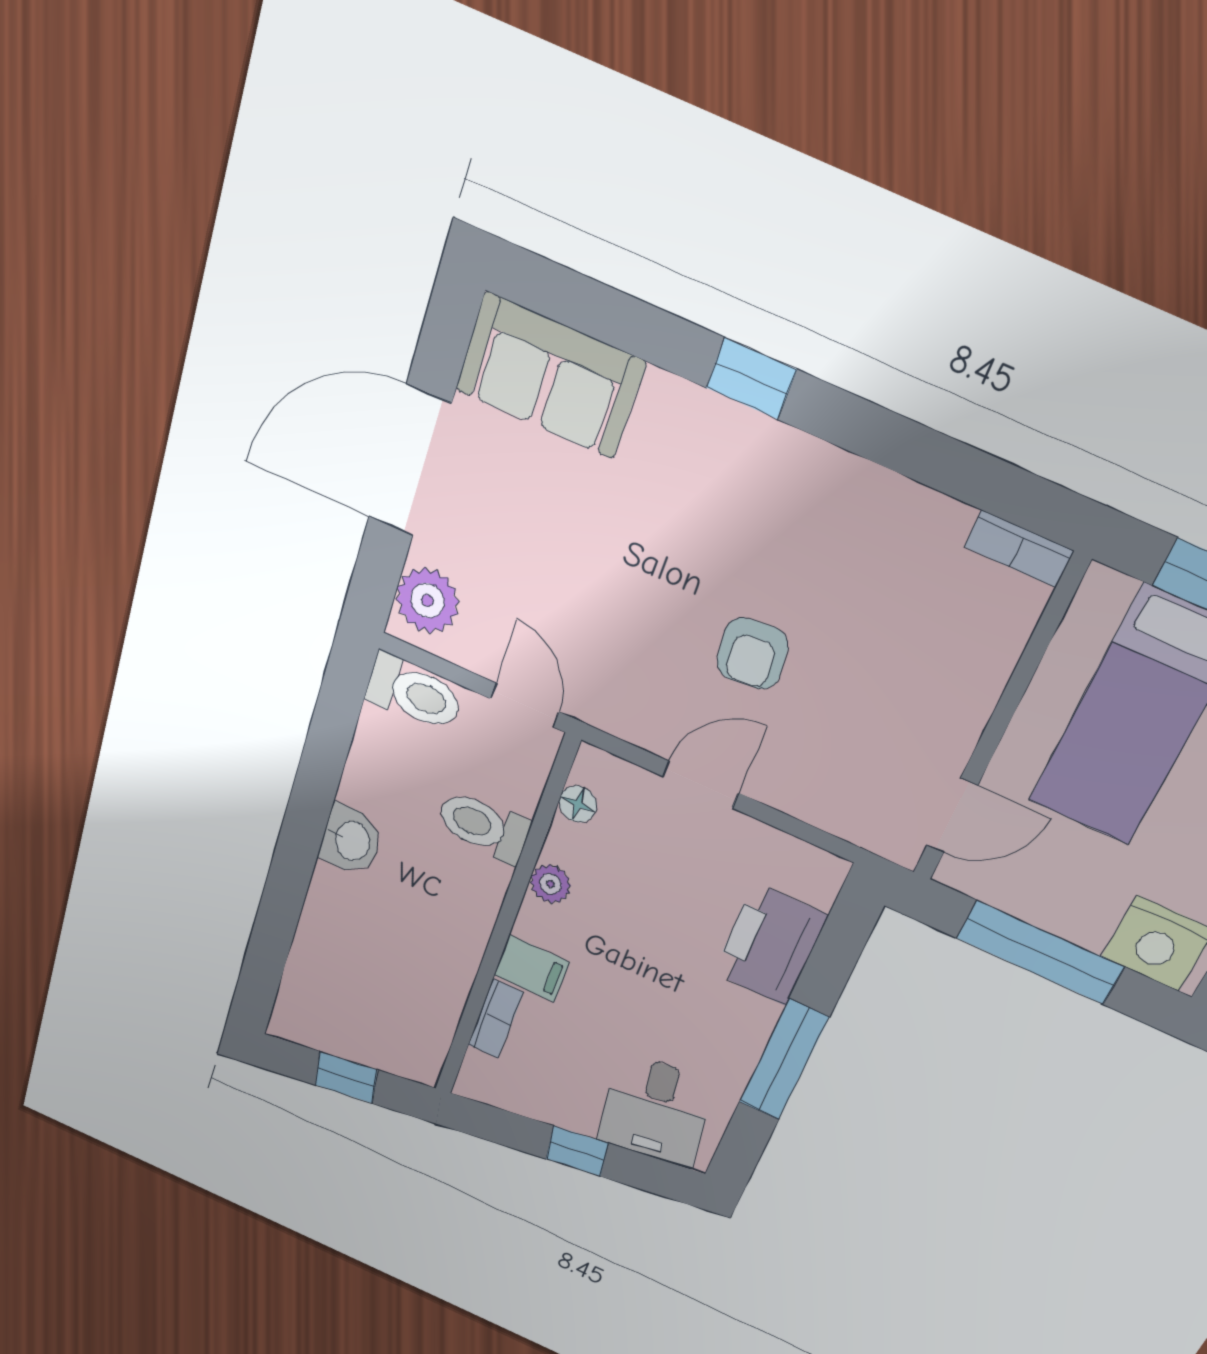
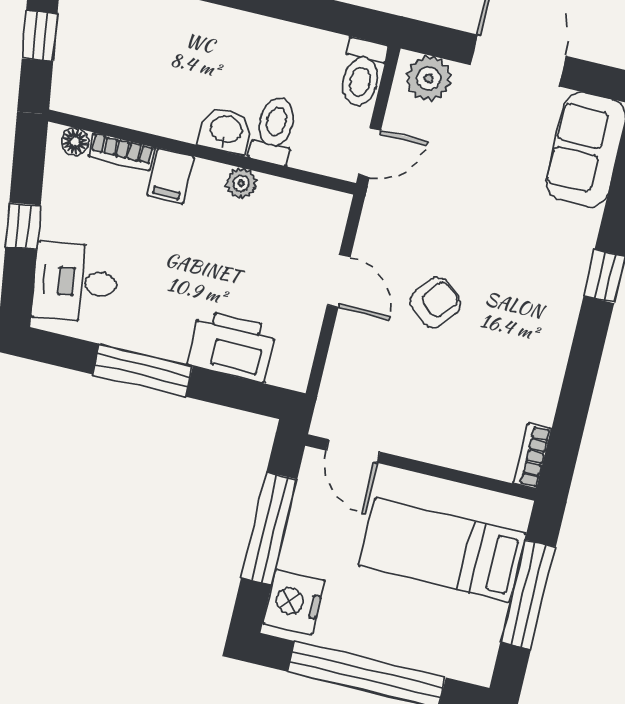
armchair: (752, 654) -> (435, 303), turned 136
floor lamp: (578, 804) -> (75, 142), moved
washbasin: (351, 840) -> (226, 131), moved, turned 180

